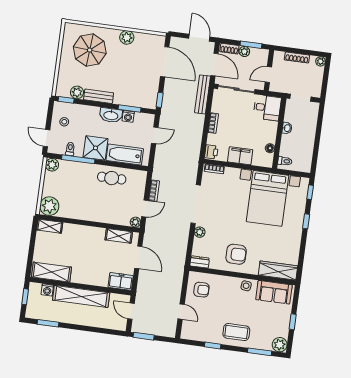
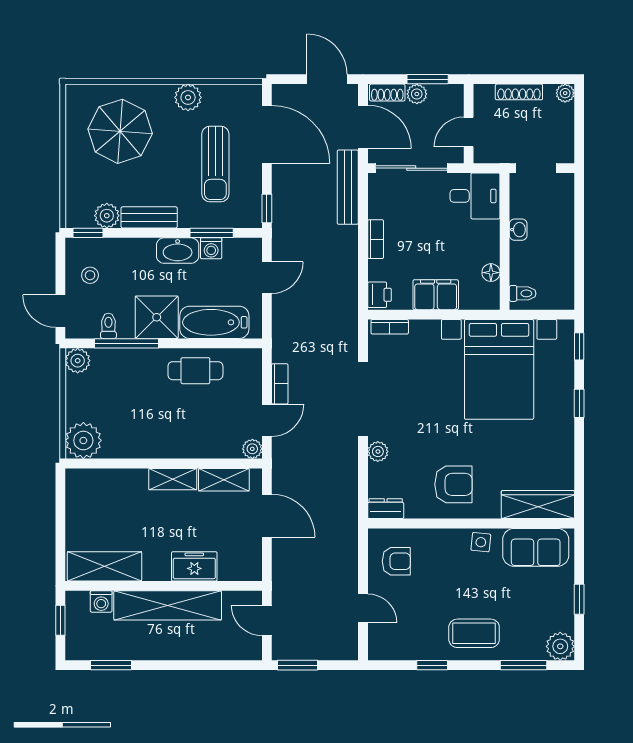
sun lounger: (136, 73) -> (215, 164), added
shelving: (50, 226) -> (173, 479), moved
freezer: (121, 281) -> (194, 566), moved

